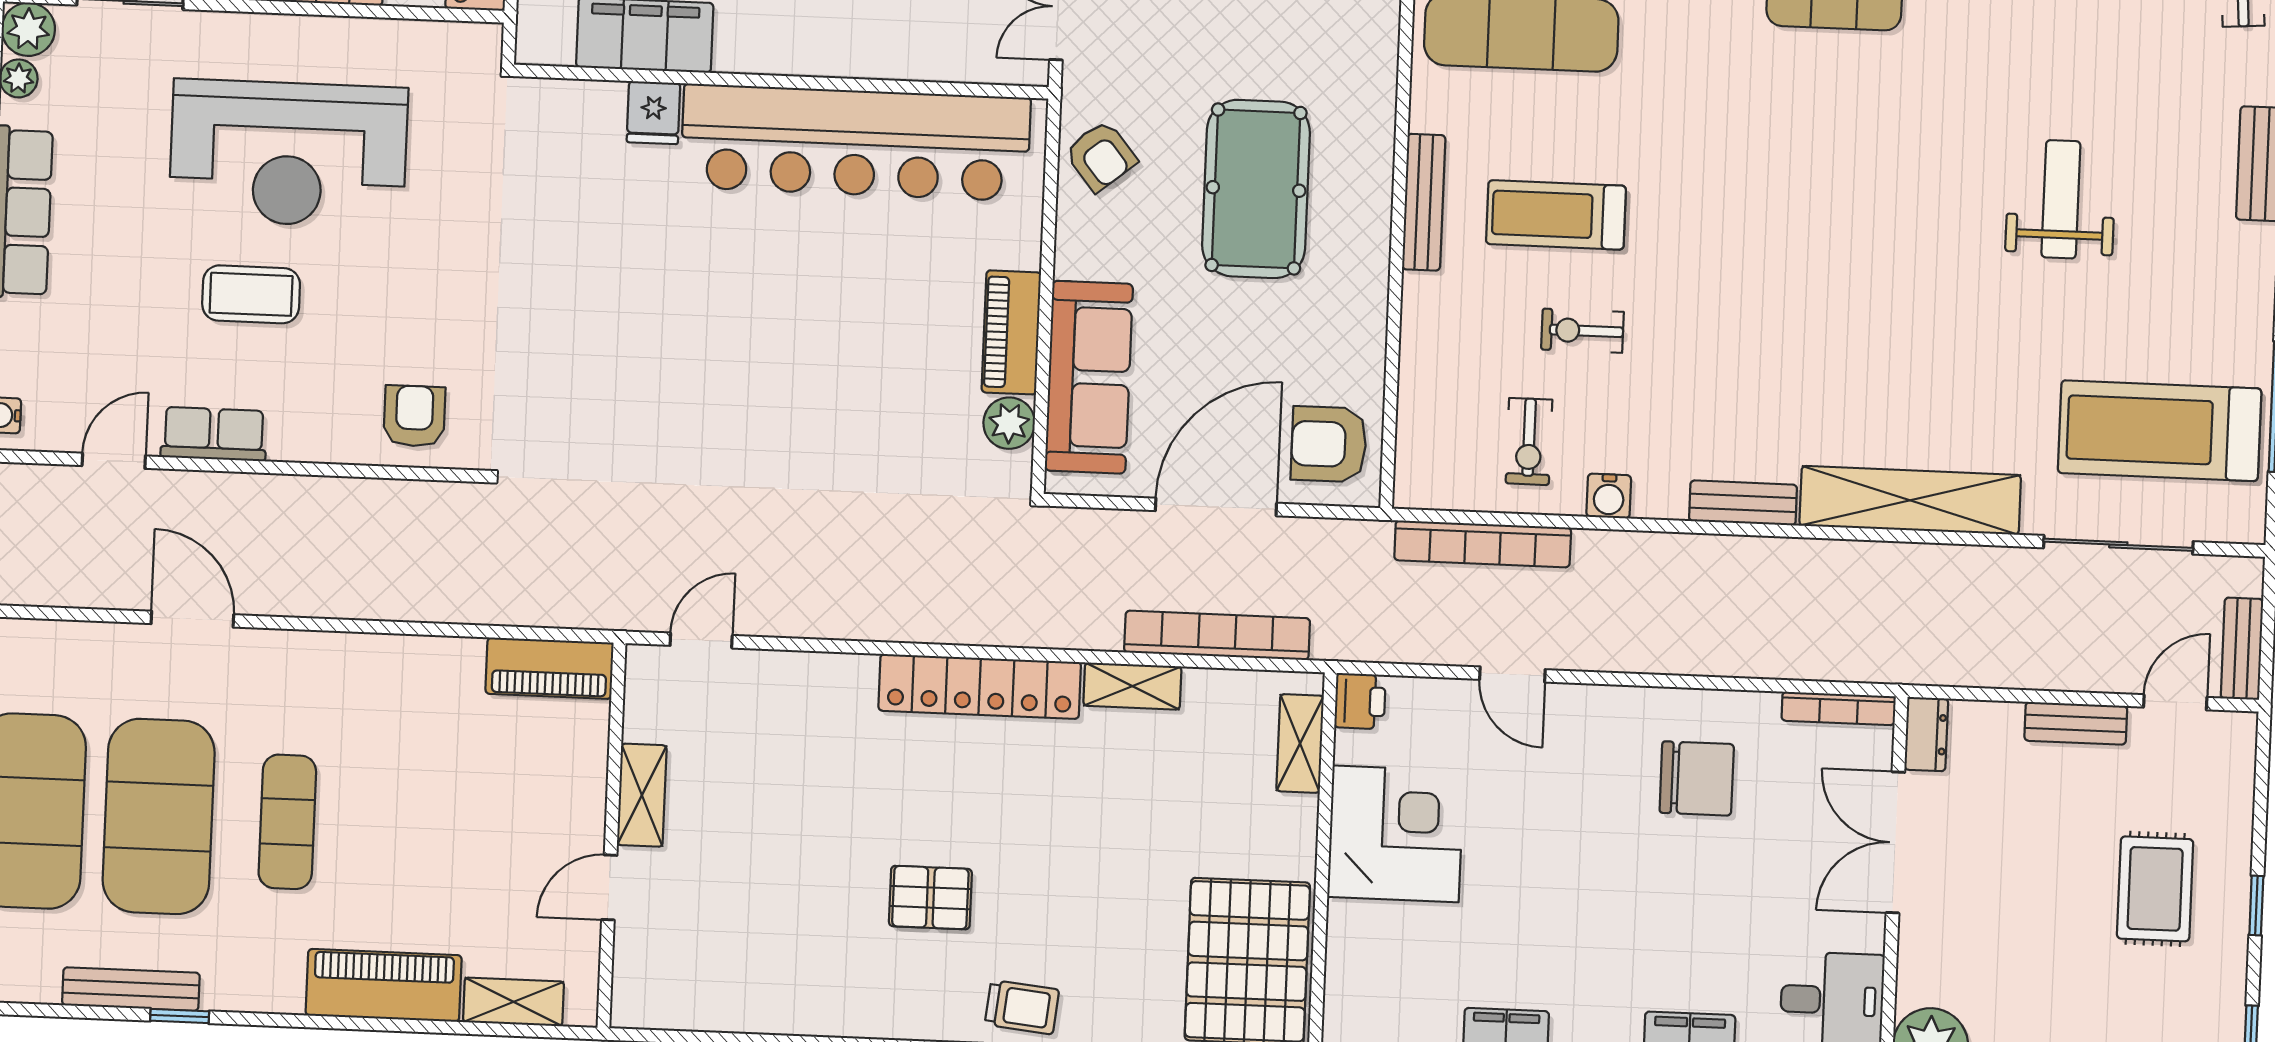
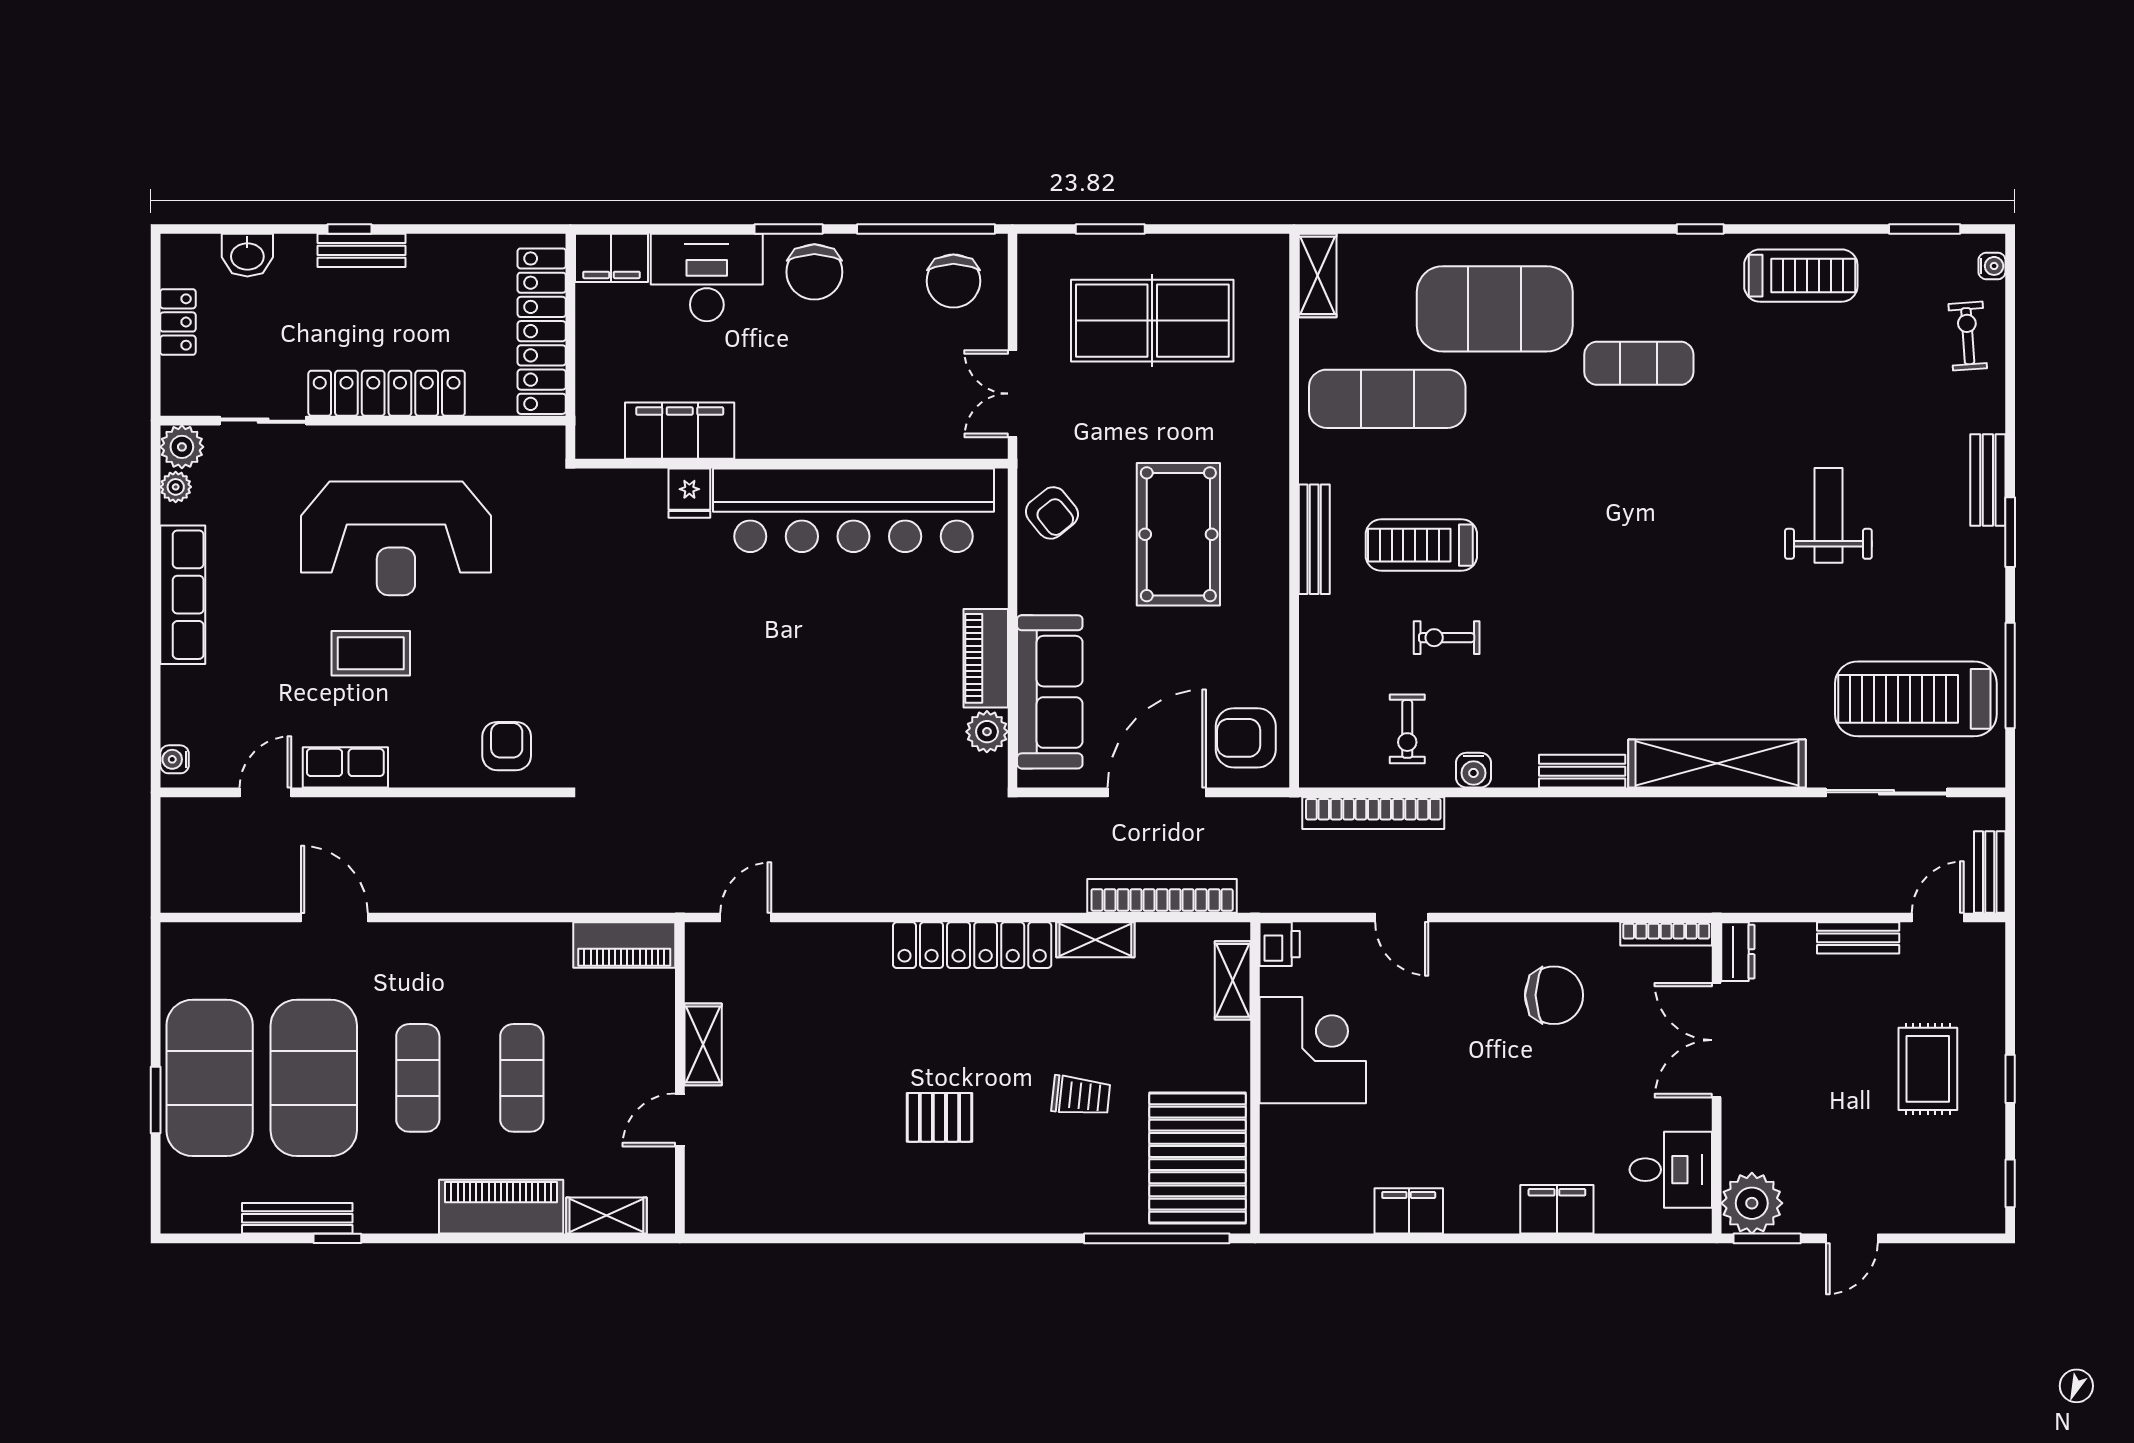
exercise mat: (416, 827) -> (522, 1078), added
trolley: (1022, 1007) -> (1081, 1096), moved

